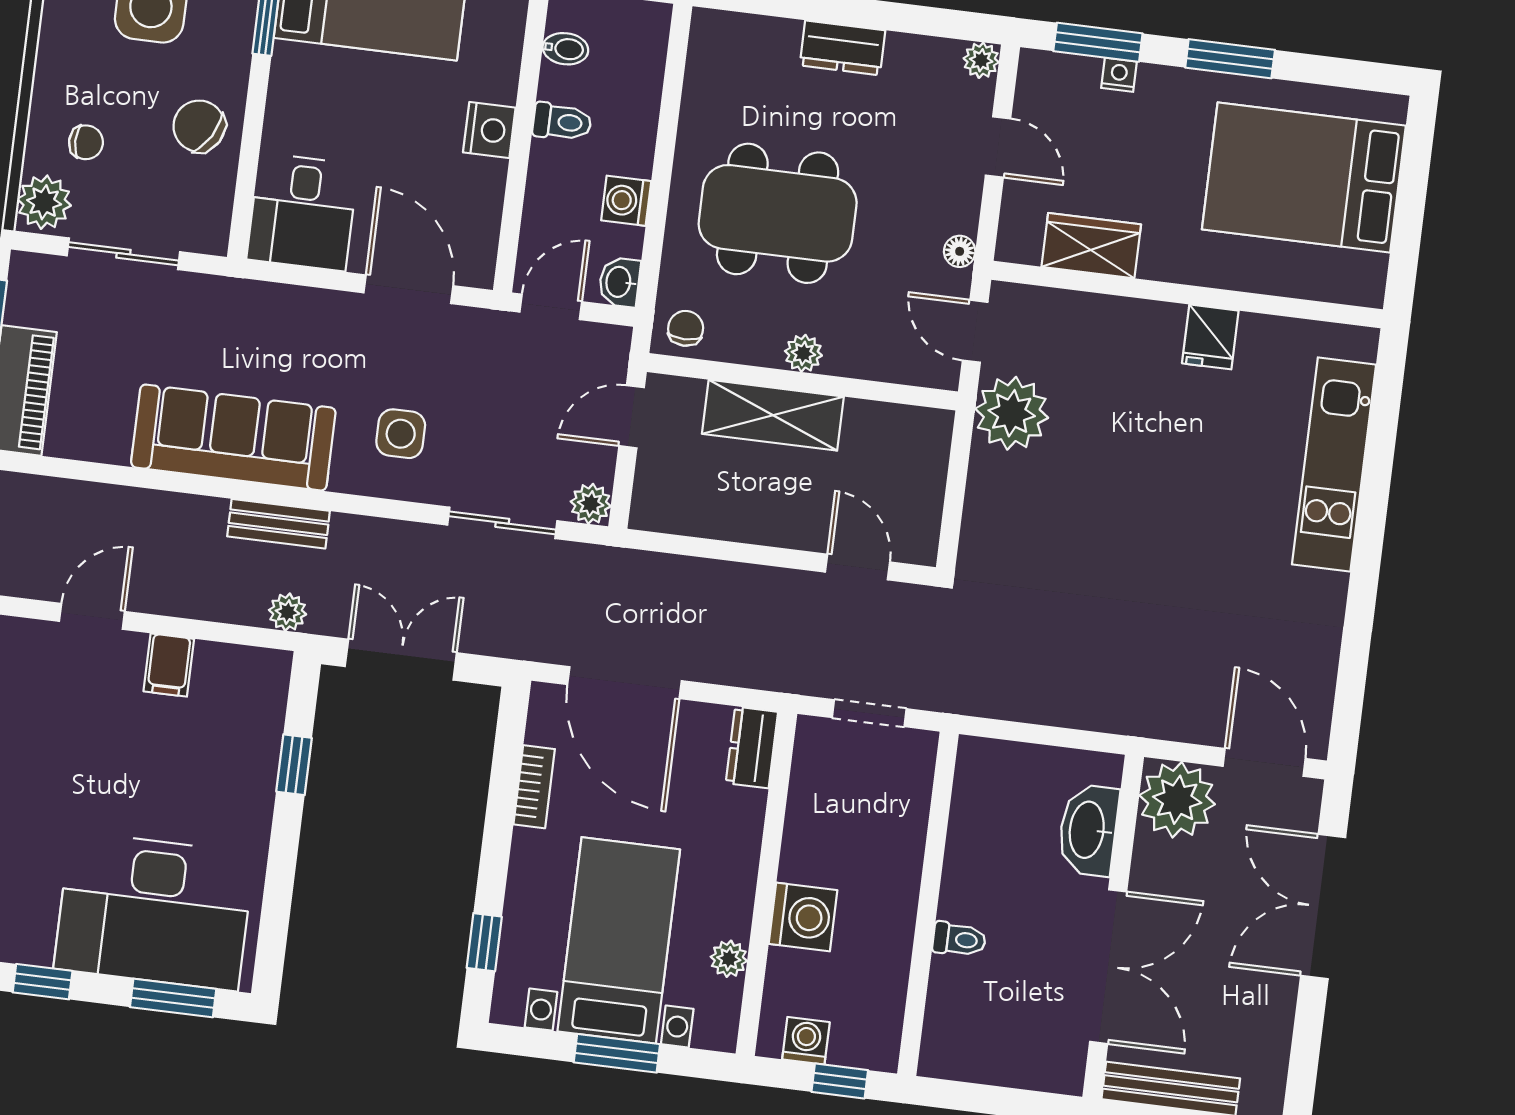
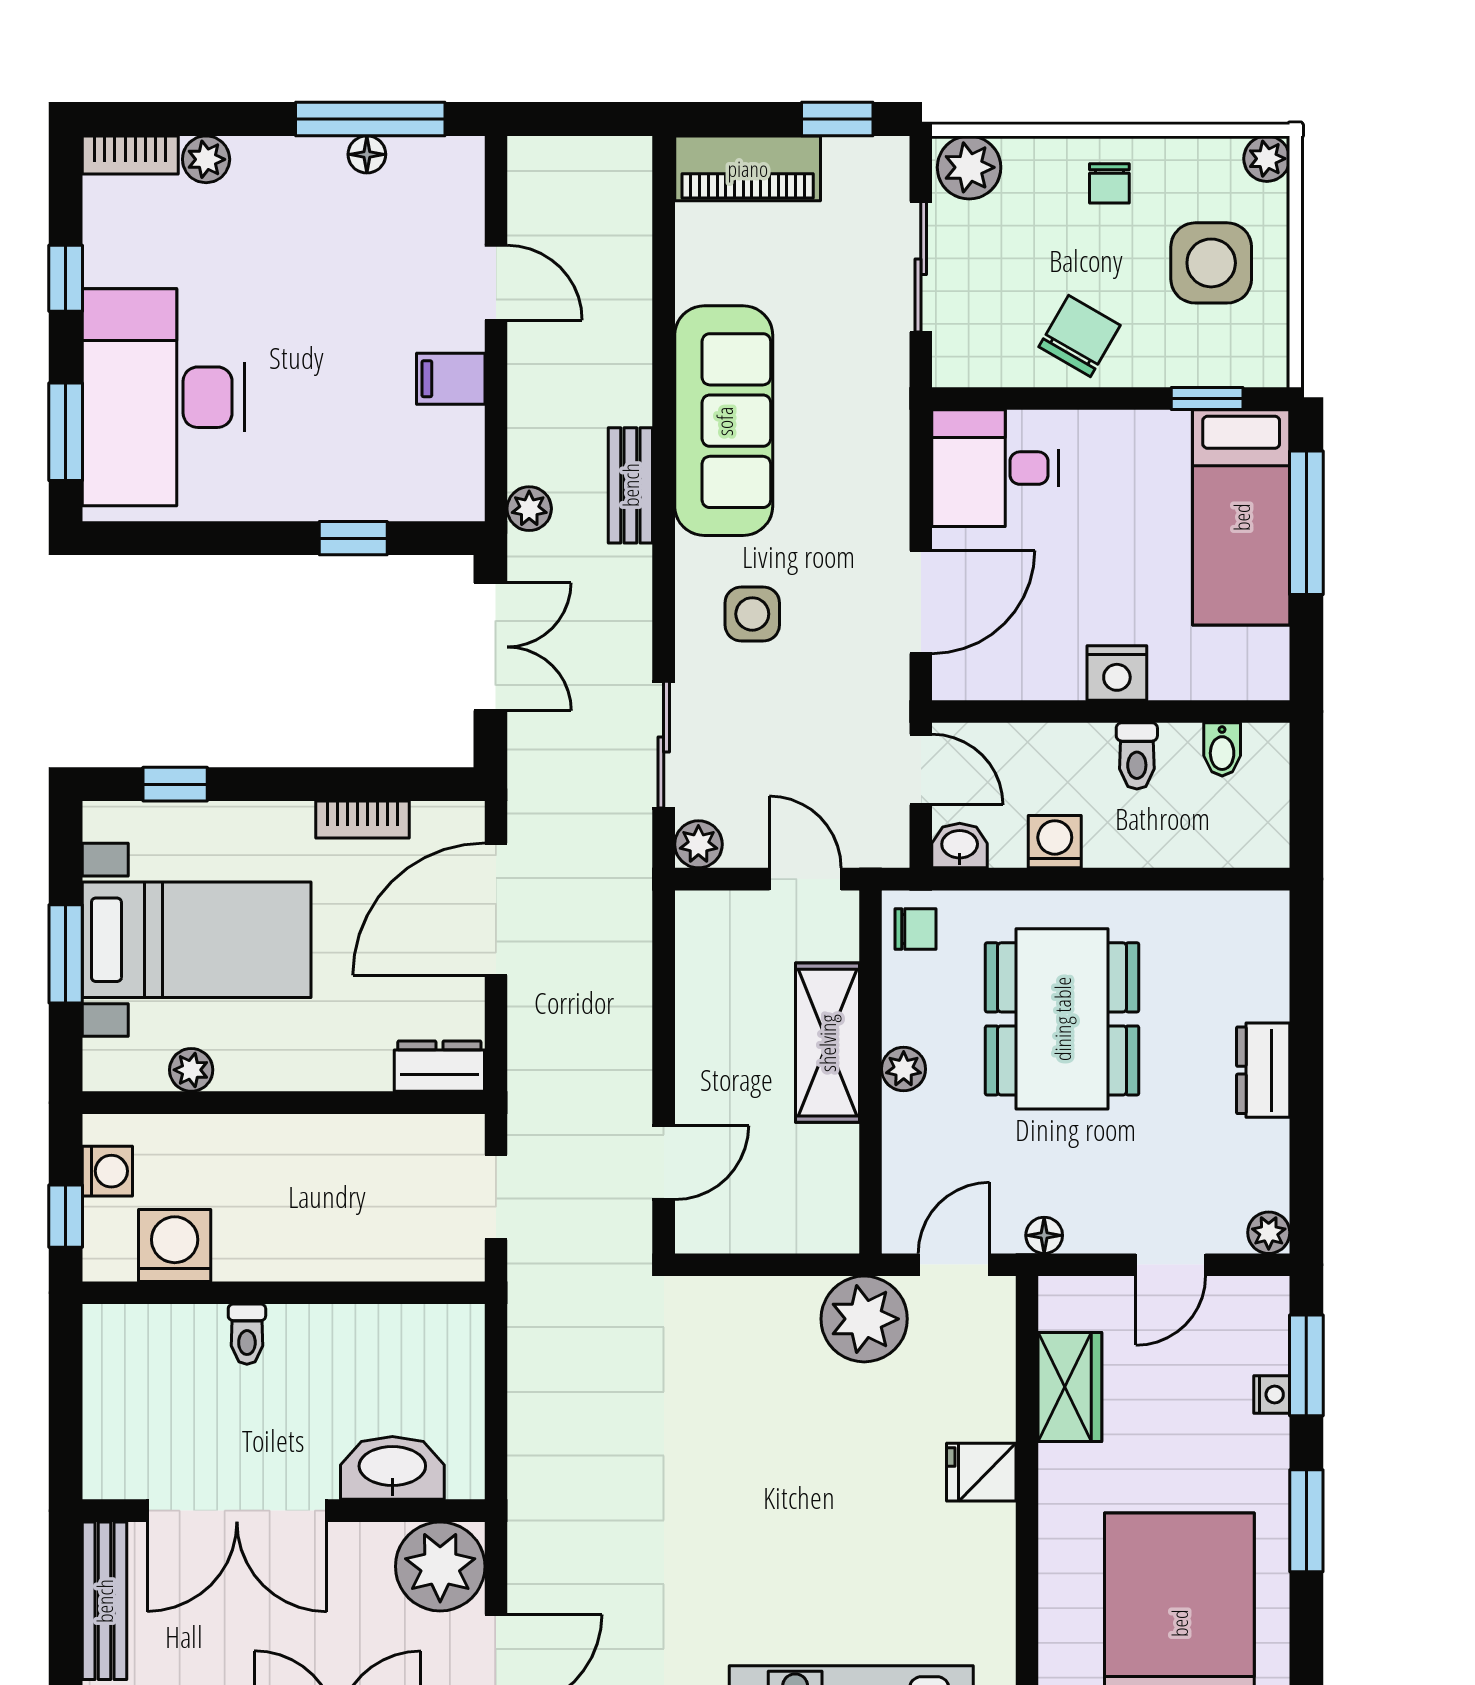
chair: (86, 142) -> (1109, 183), moved
fridge: (1210, 337) -> (981, 1472), moved
washing machine: (803, 917) -> (175, 1245), moved, turned 180

